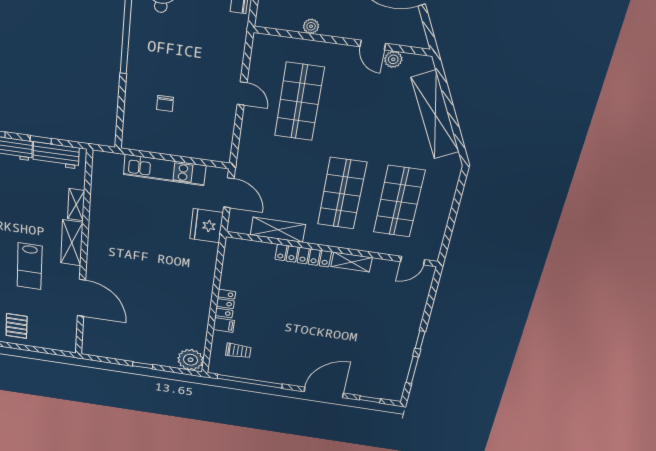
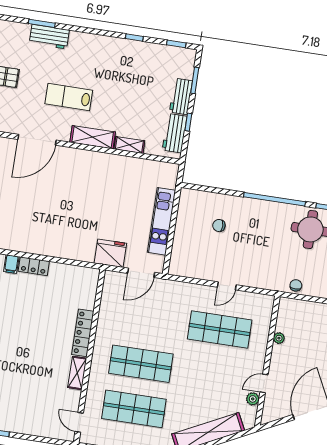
shelving: (278, 230) -> (107, 312), removed

